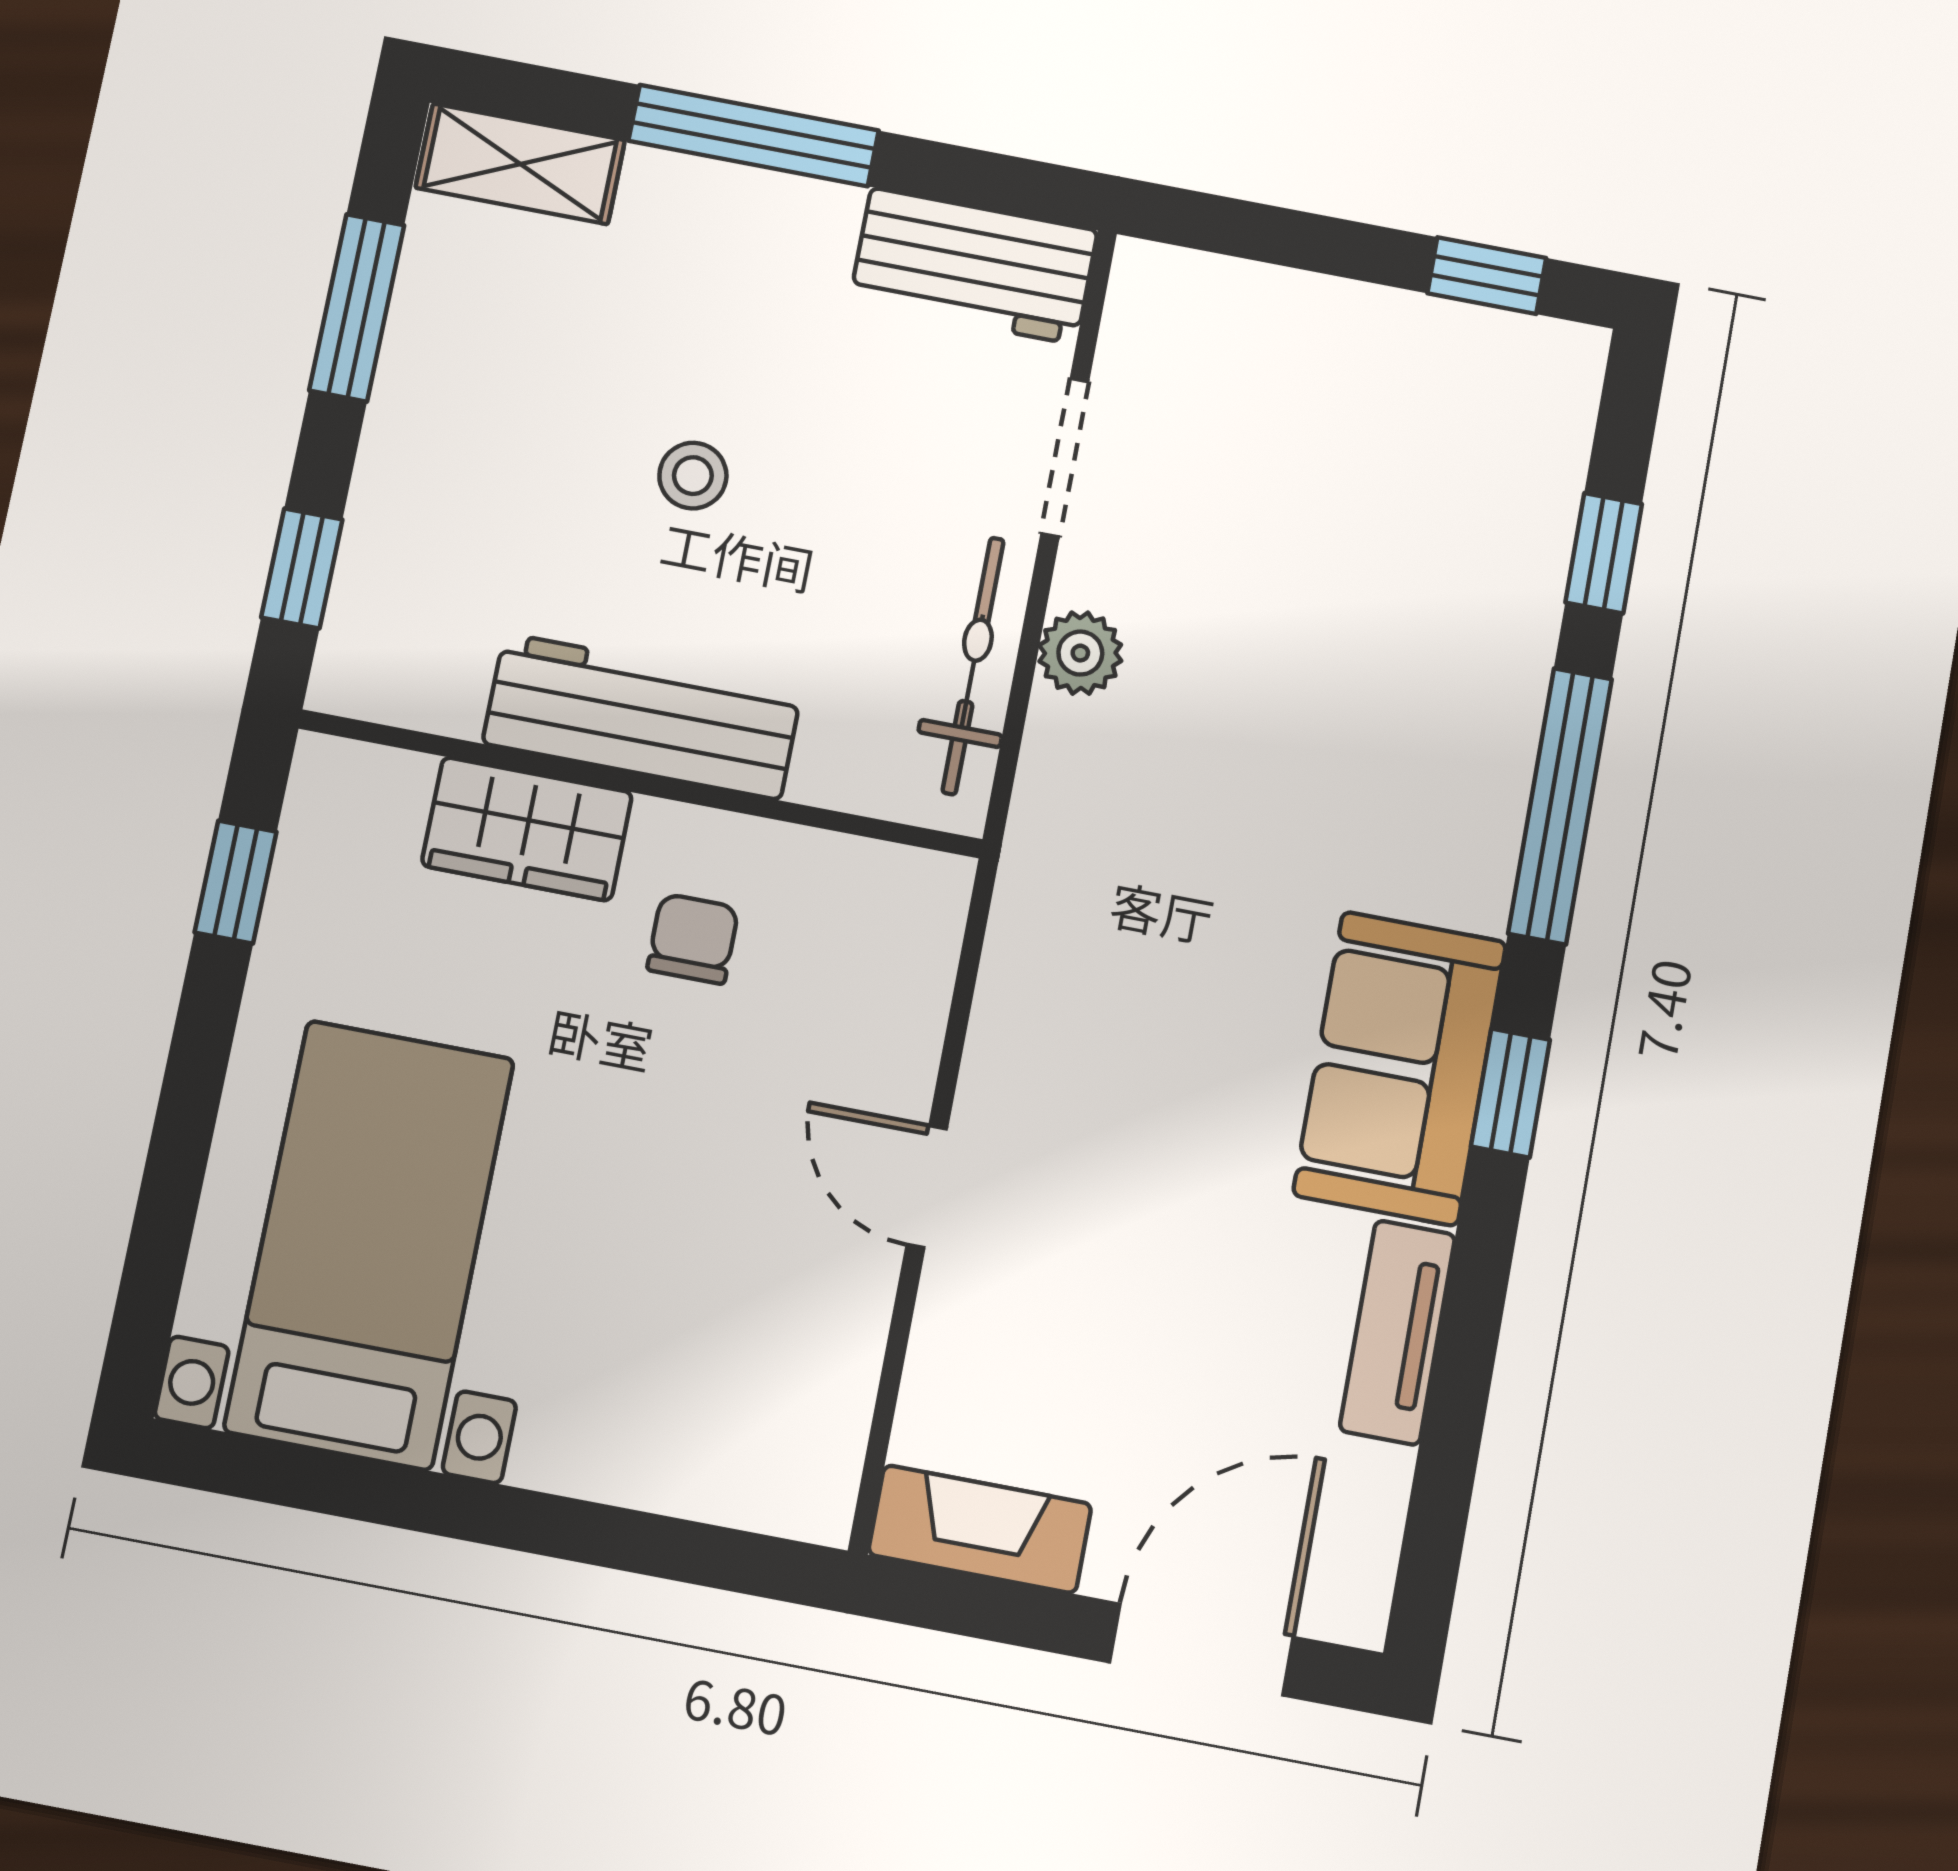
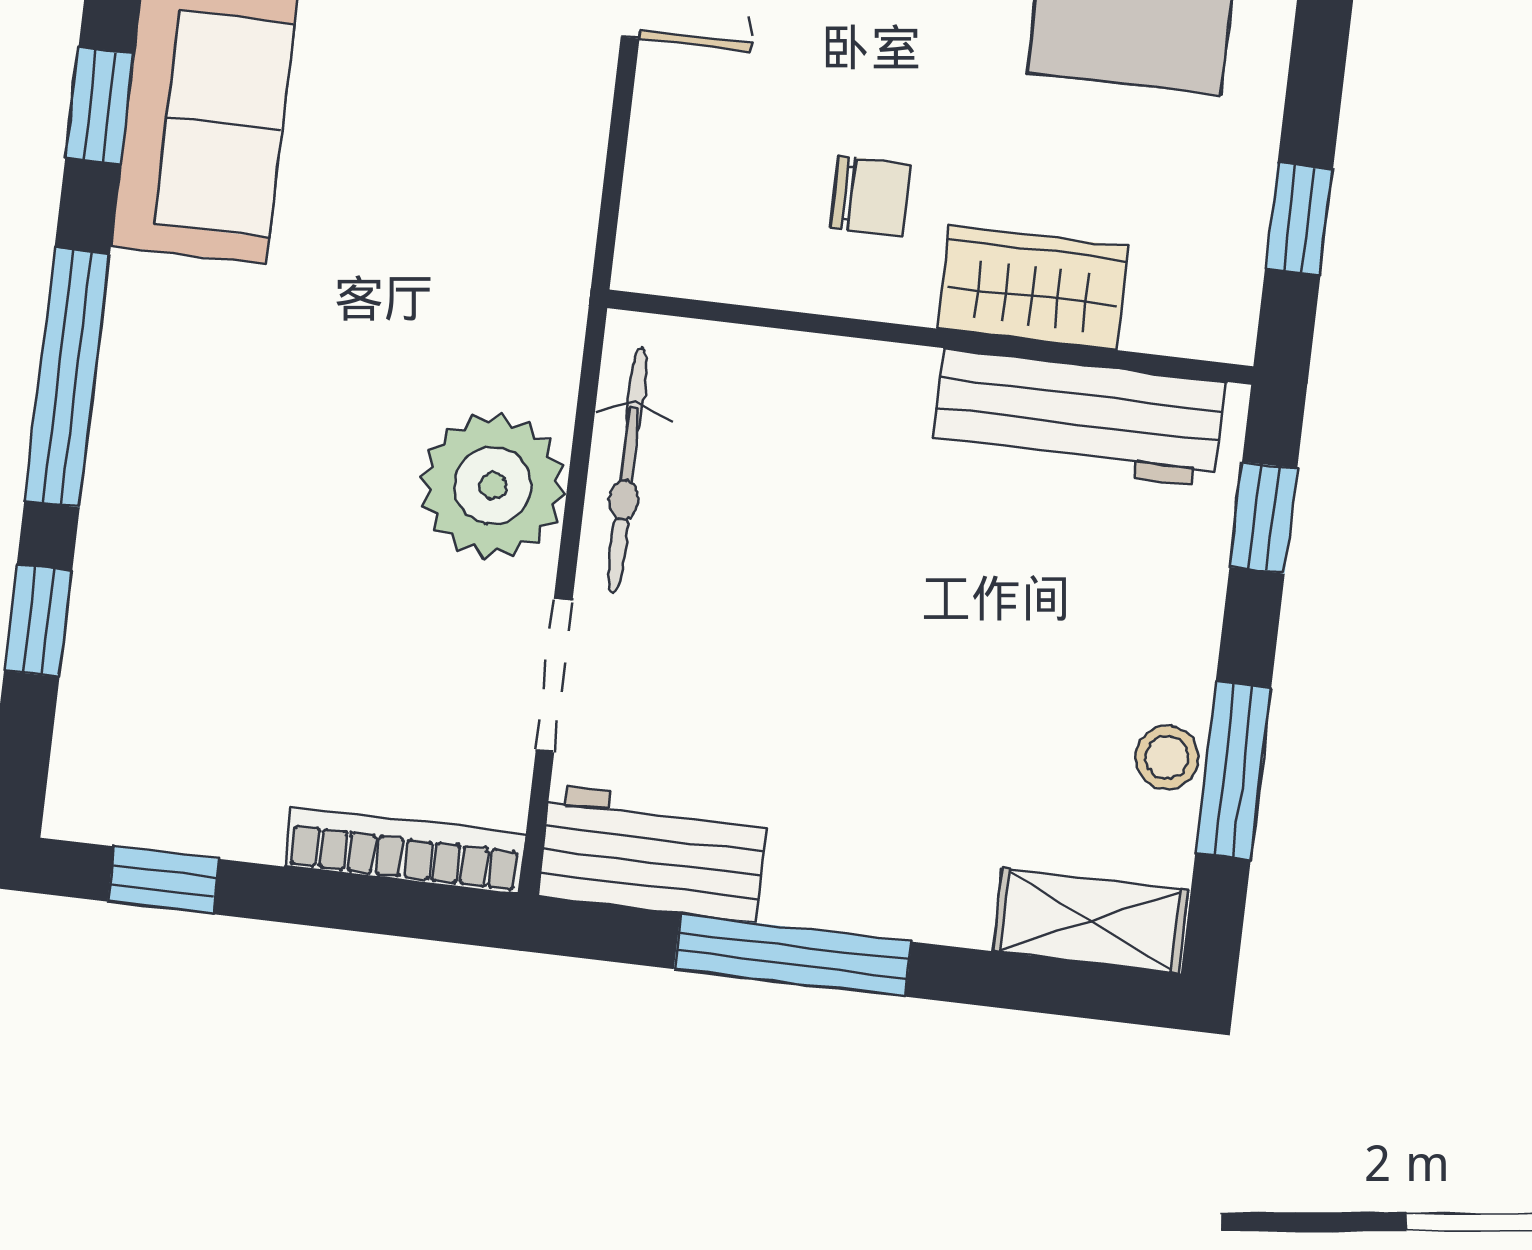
window: (754, 136) -> (793, 955), moved
bookcase: (1233, 288) -> (405, 851), added
stool: (693, 476) -> (1167, 758), moved
plant: (1080, 653) -> (493, 486), width x1.87, depth x1.87
workbench: (642, 716) -> (1079, 418), moved
chair: (693, 939) -> (870, 196), turned -90

